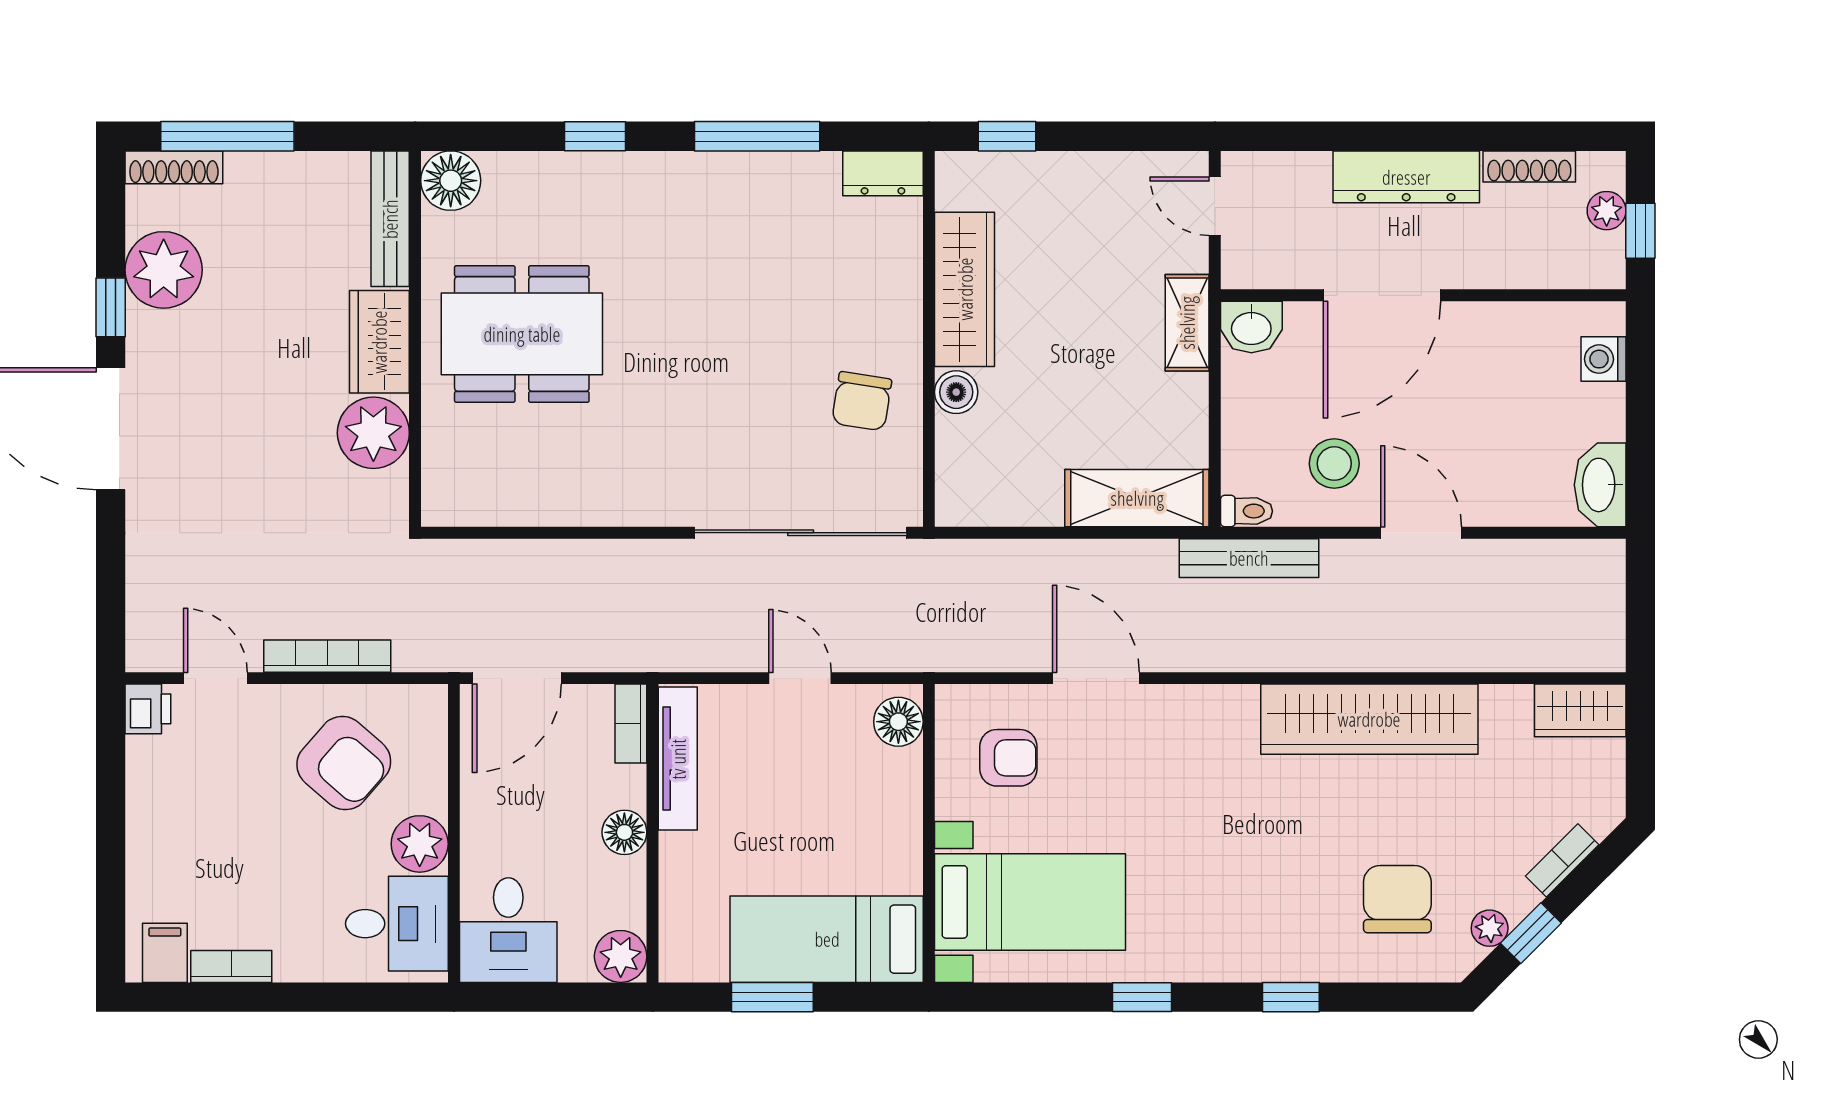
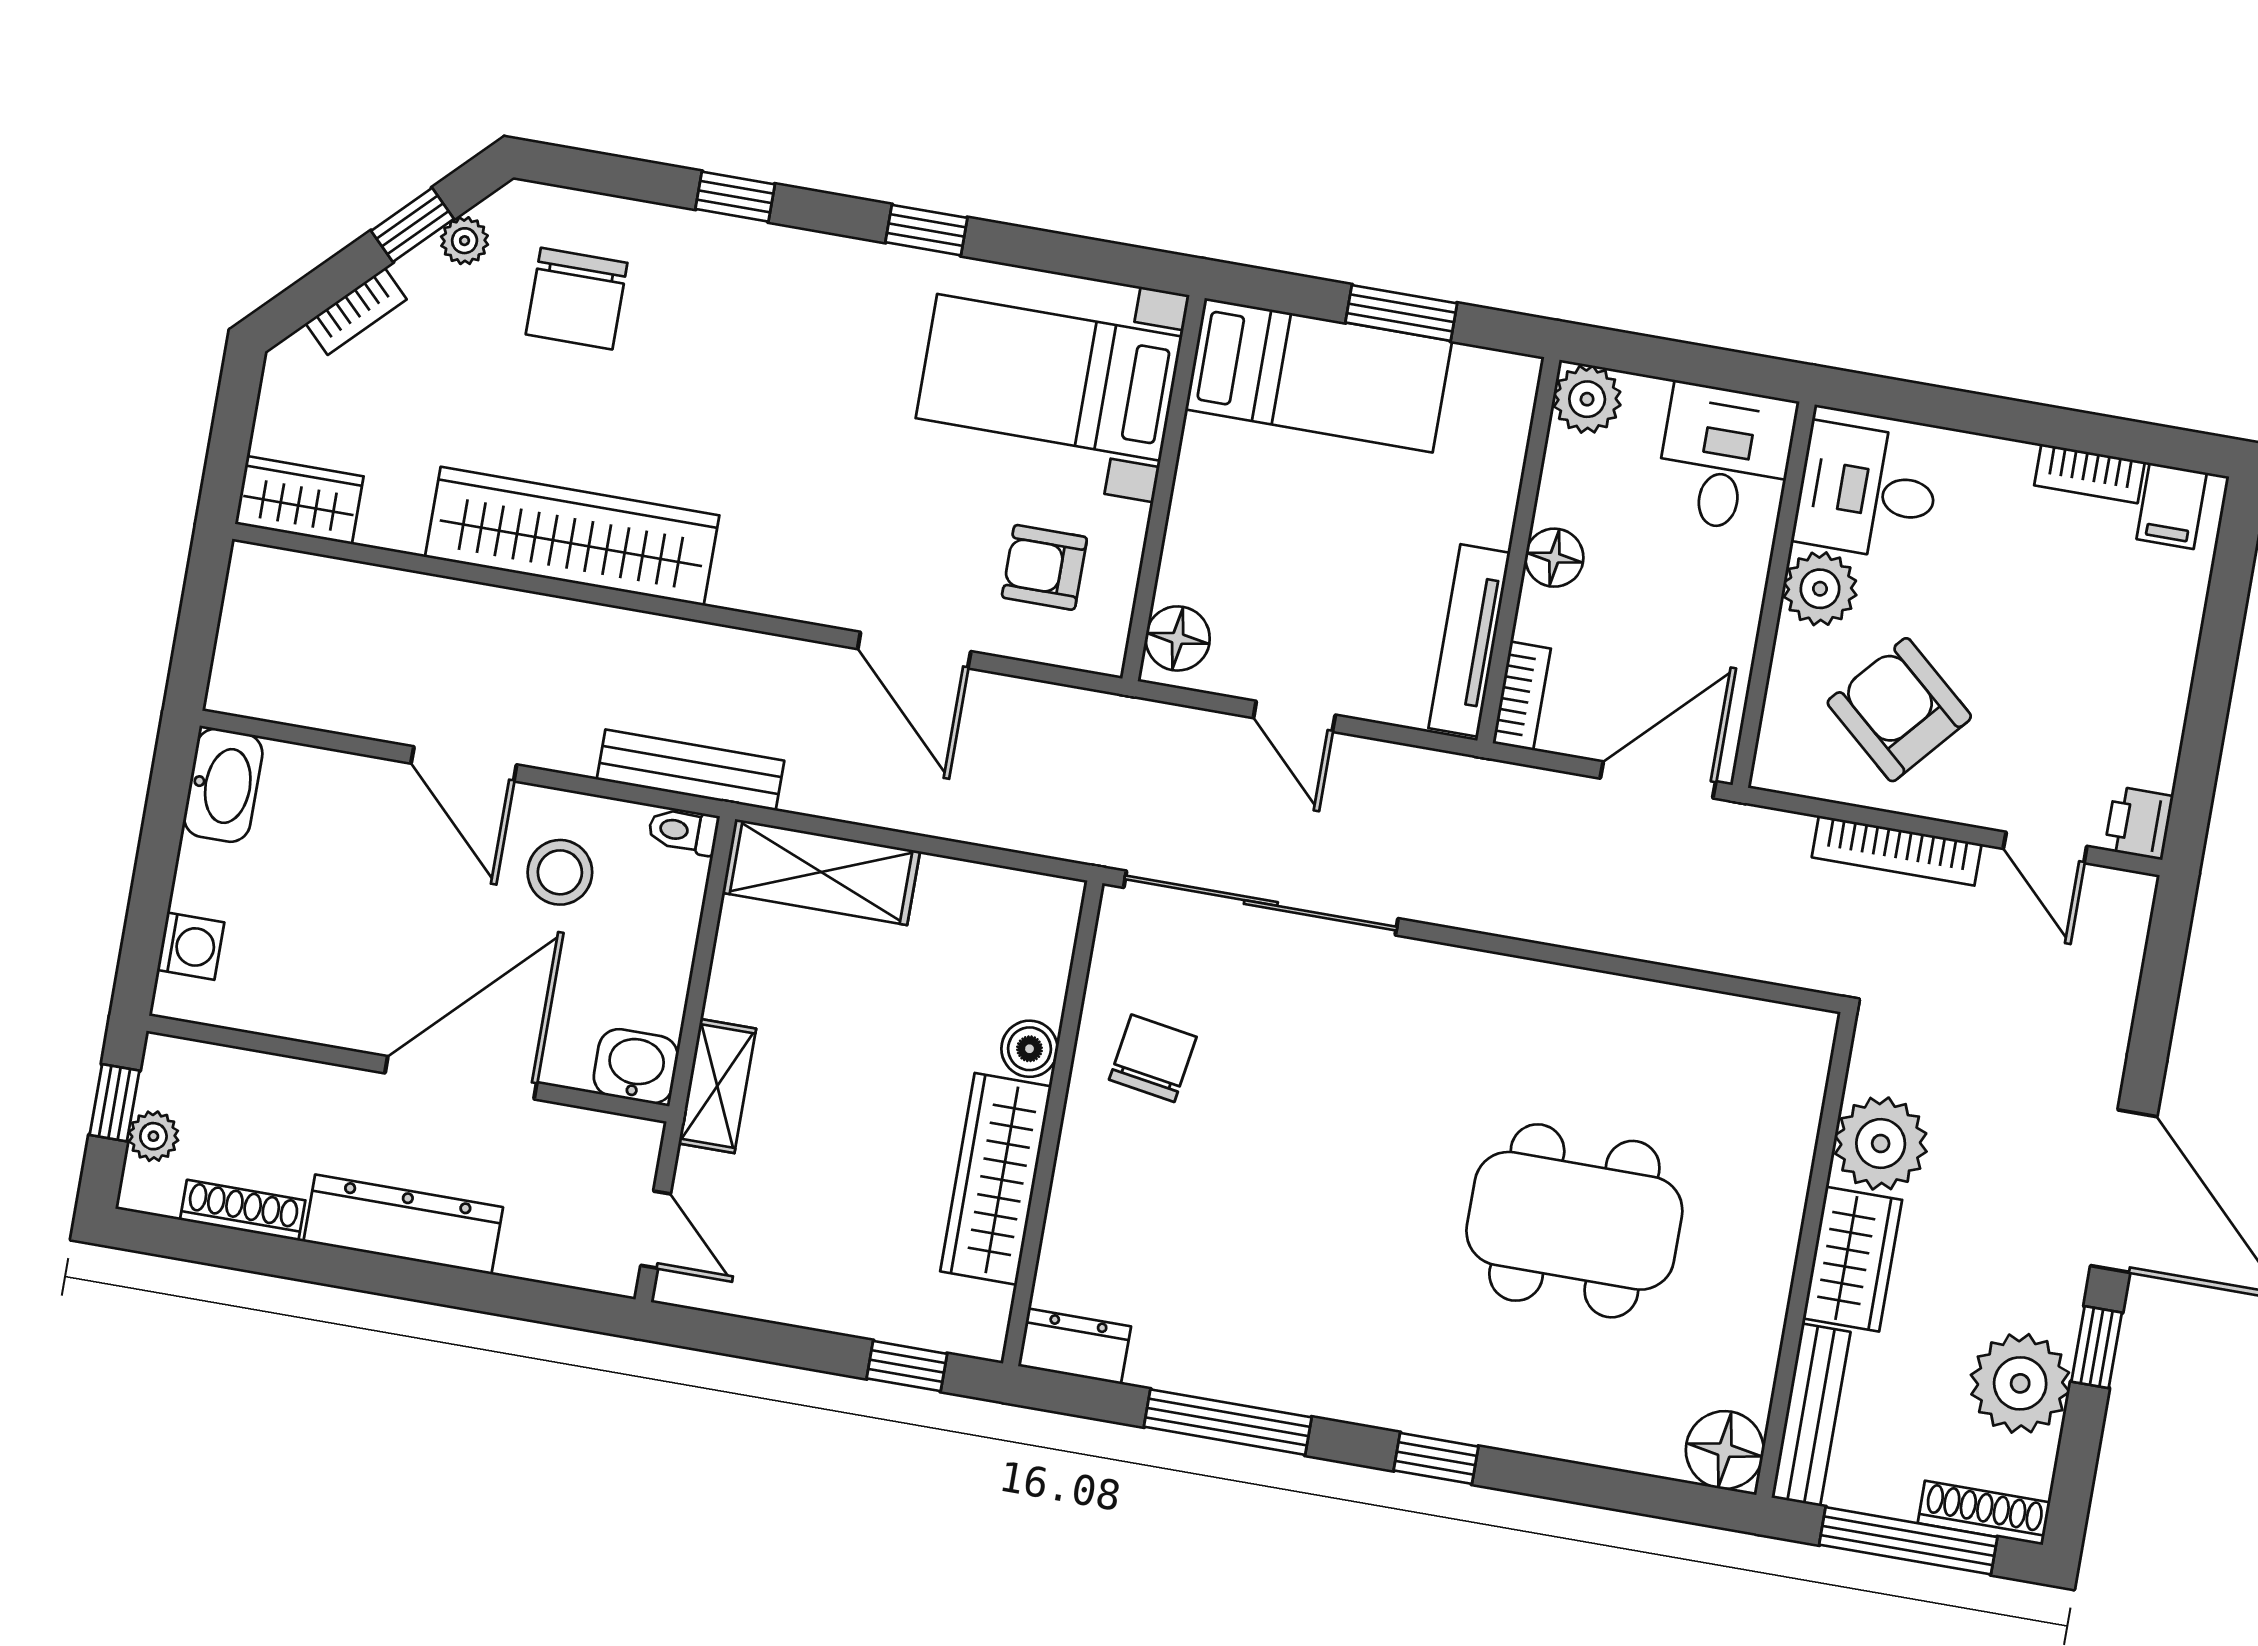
floor lamp: (451, 181) -> (1725, 1450), moved
bench: (390, 219) -> (1811, 1415), moved
wall: (415, 339) -> (1806, 1255), moved
wardrobe: (379, 342) -> (1852, 1259), moved
plant: (373, 433) -> (1881, 1143), moved

